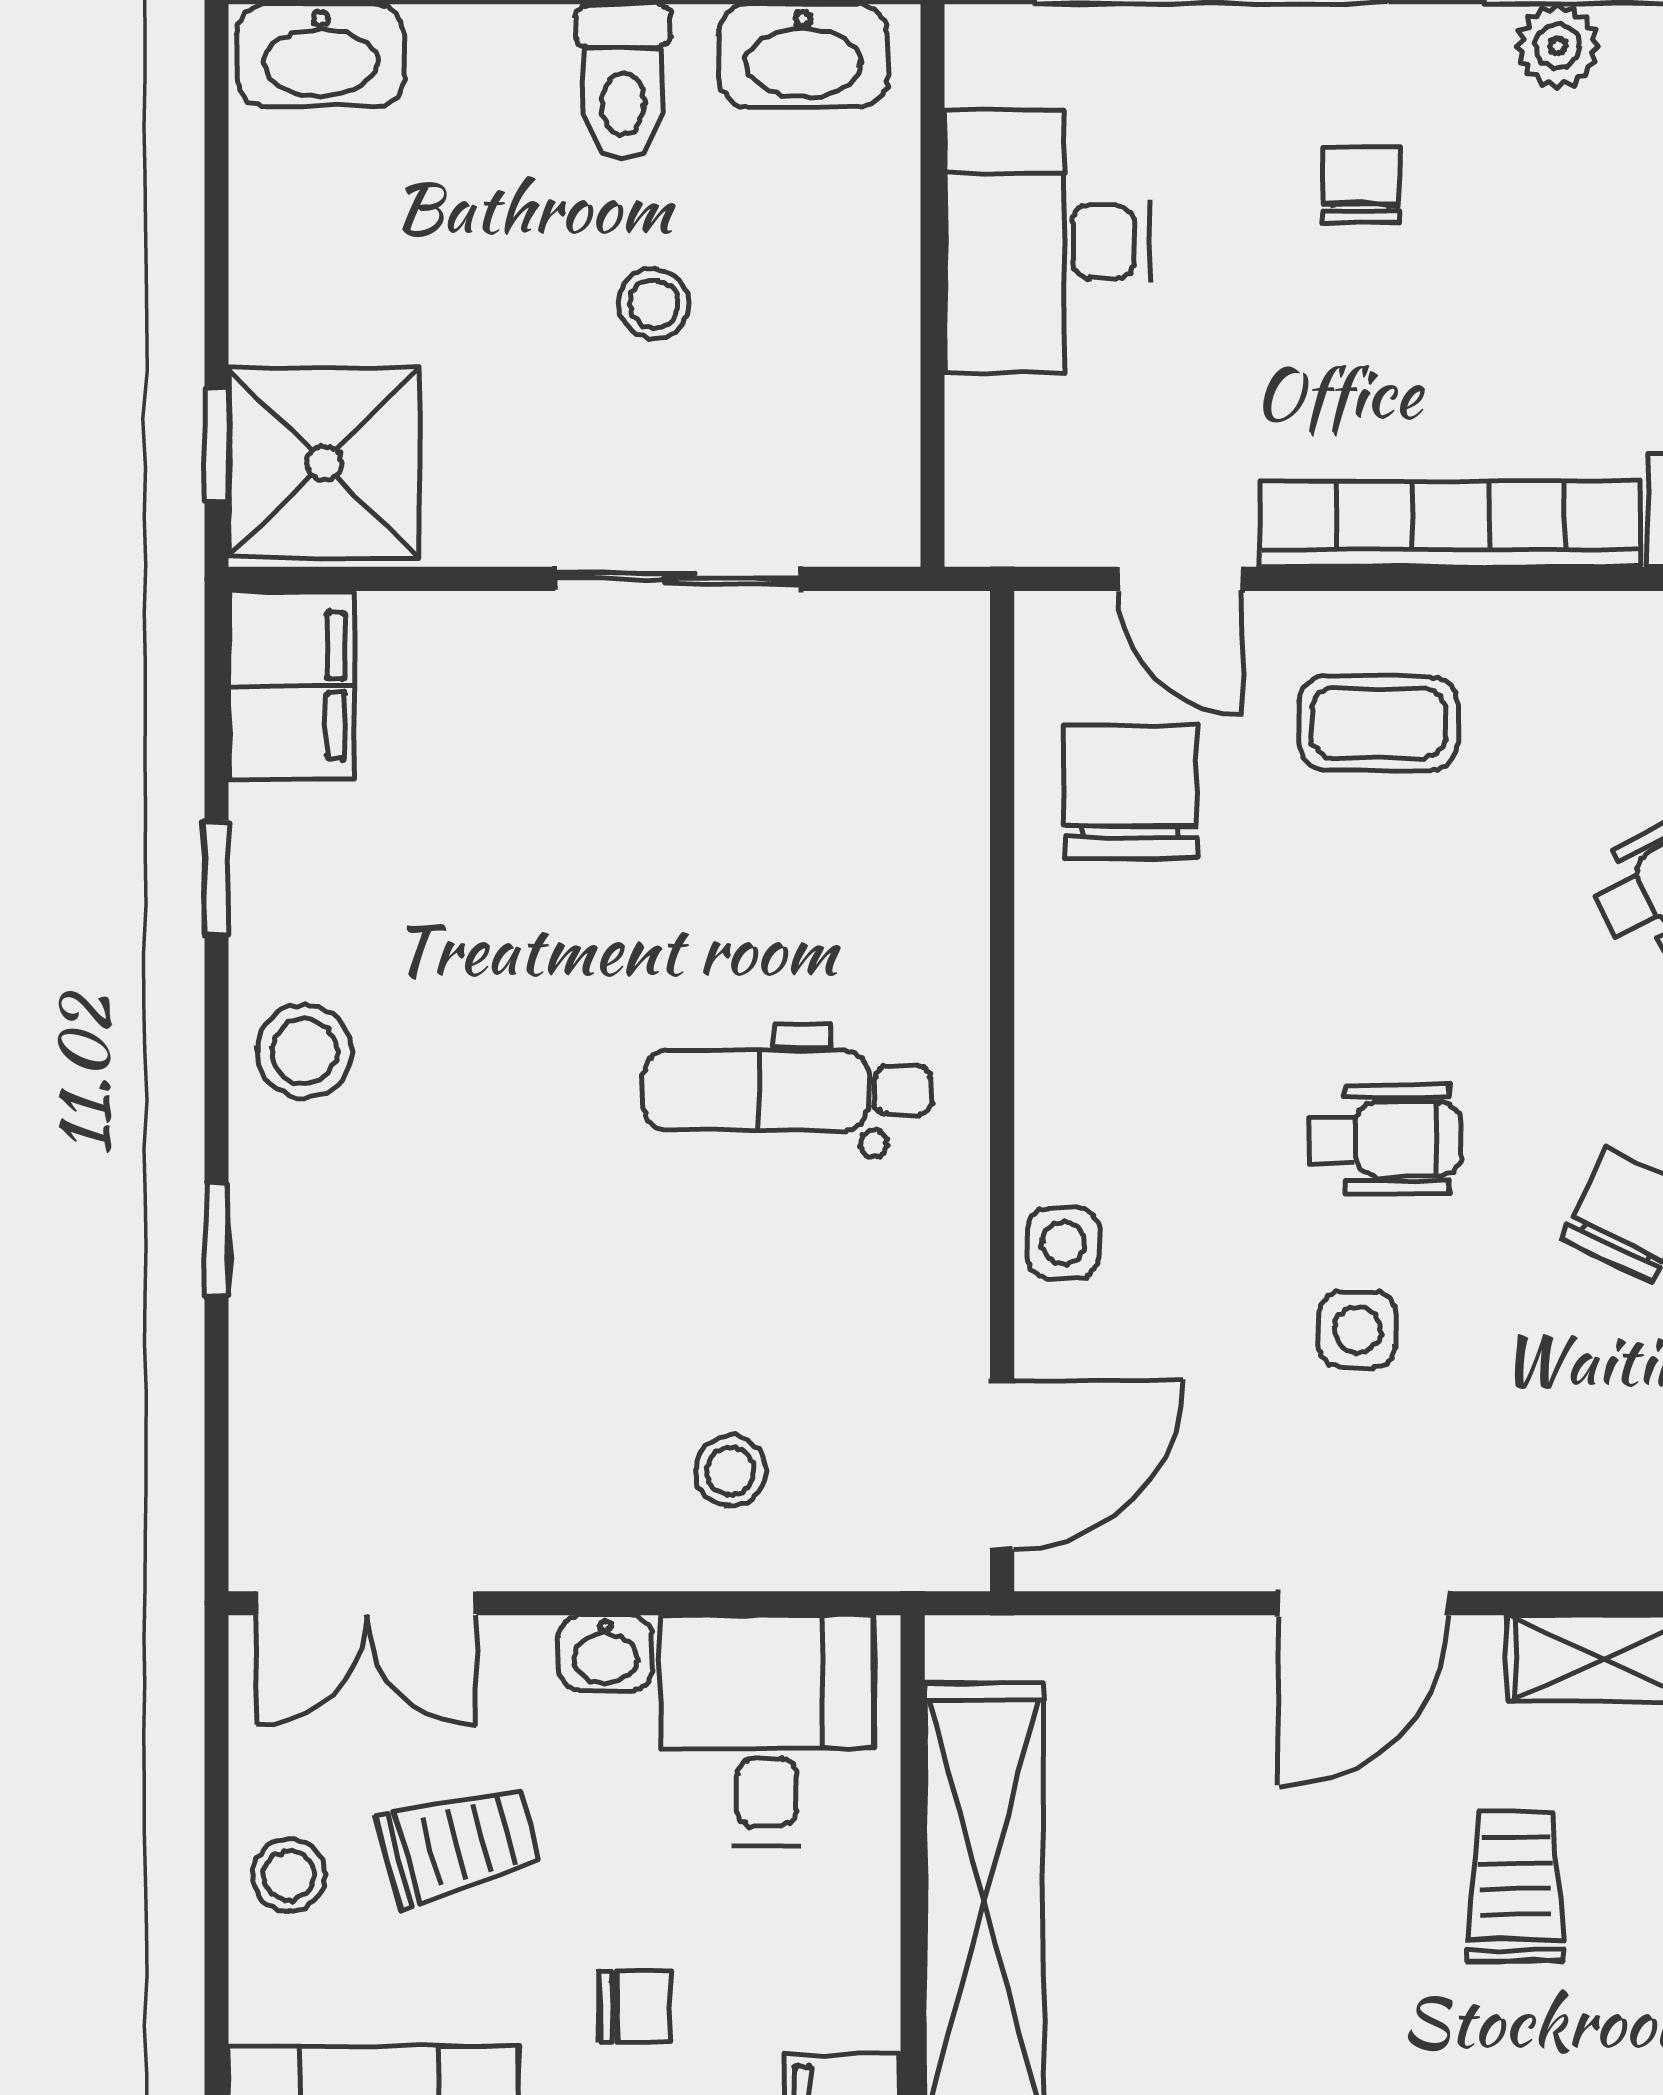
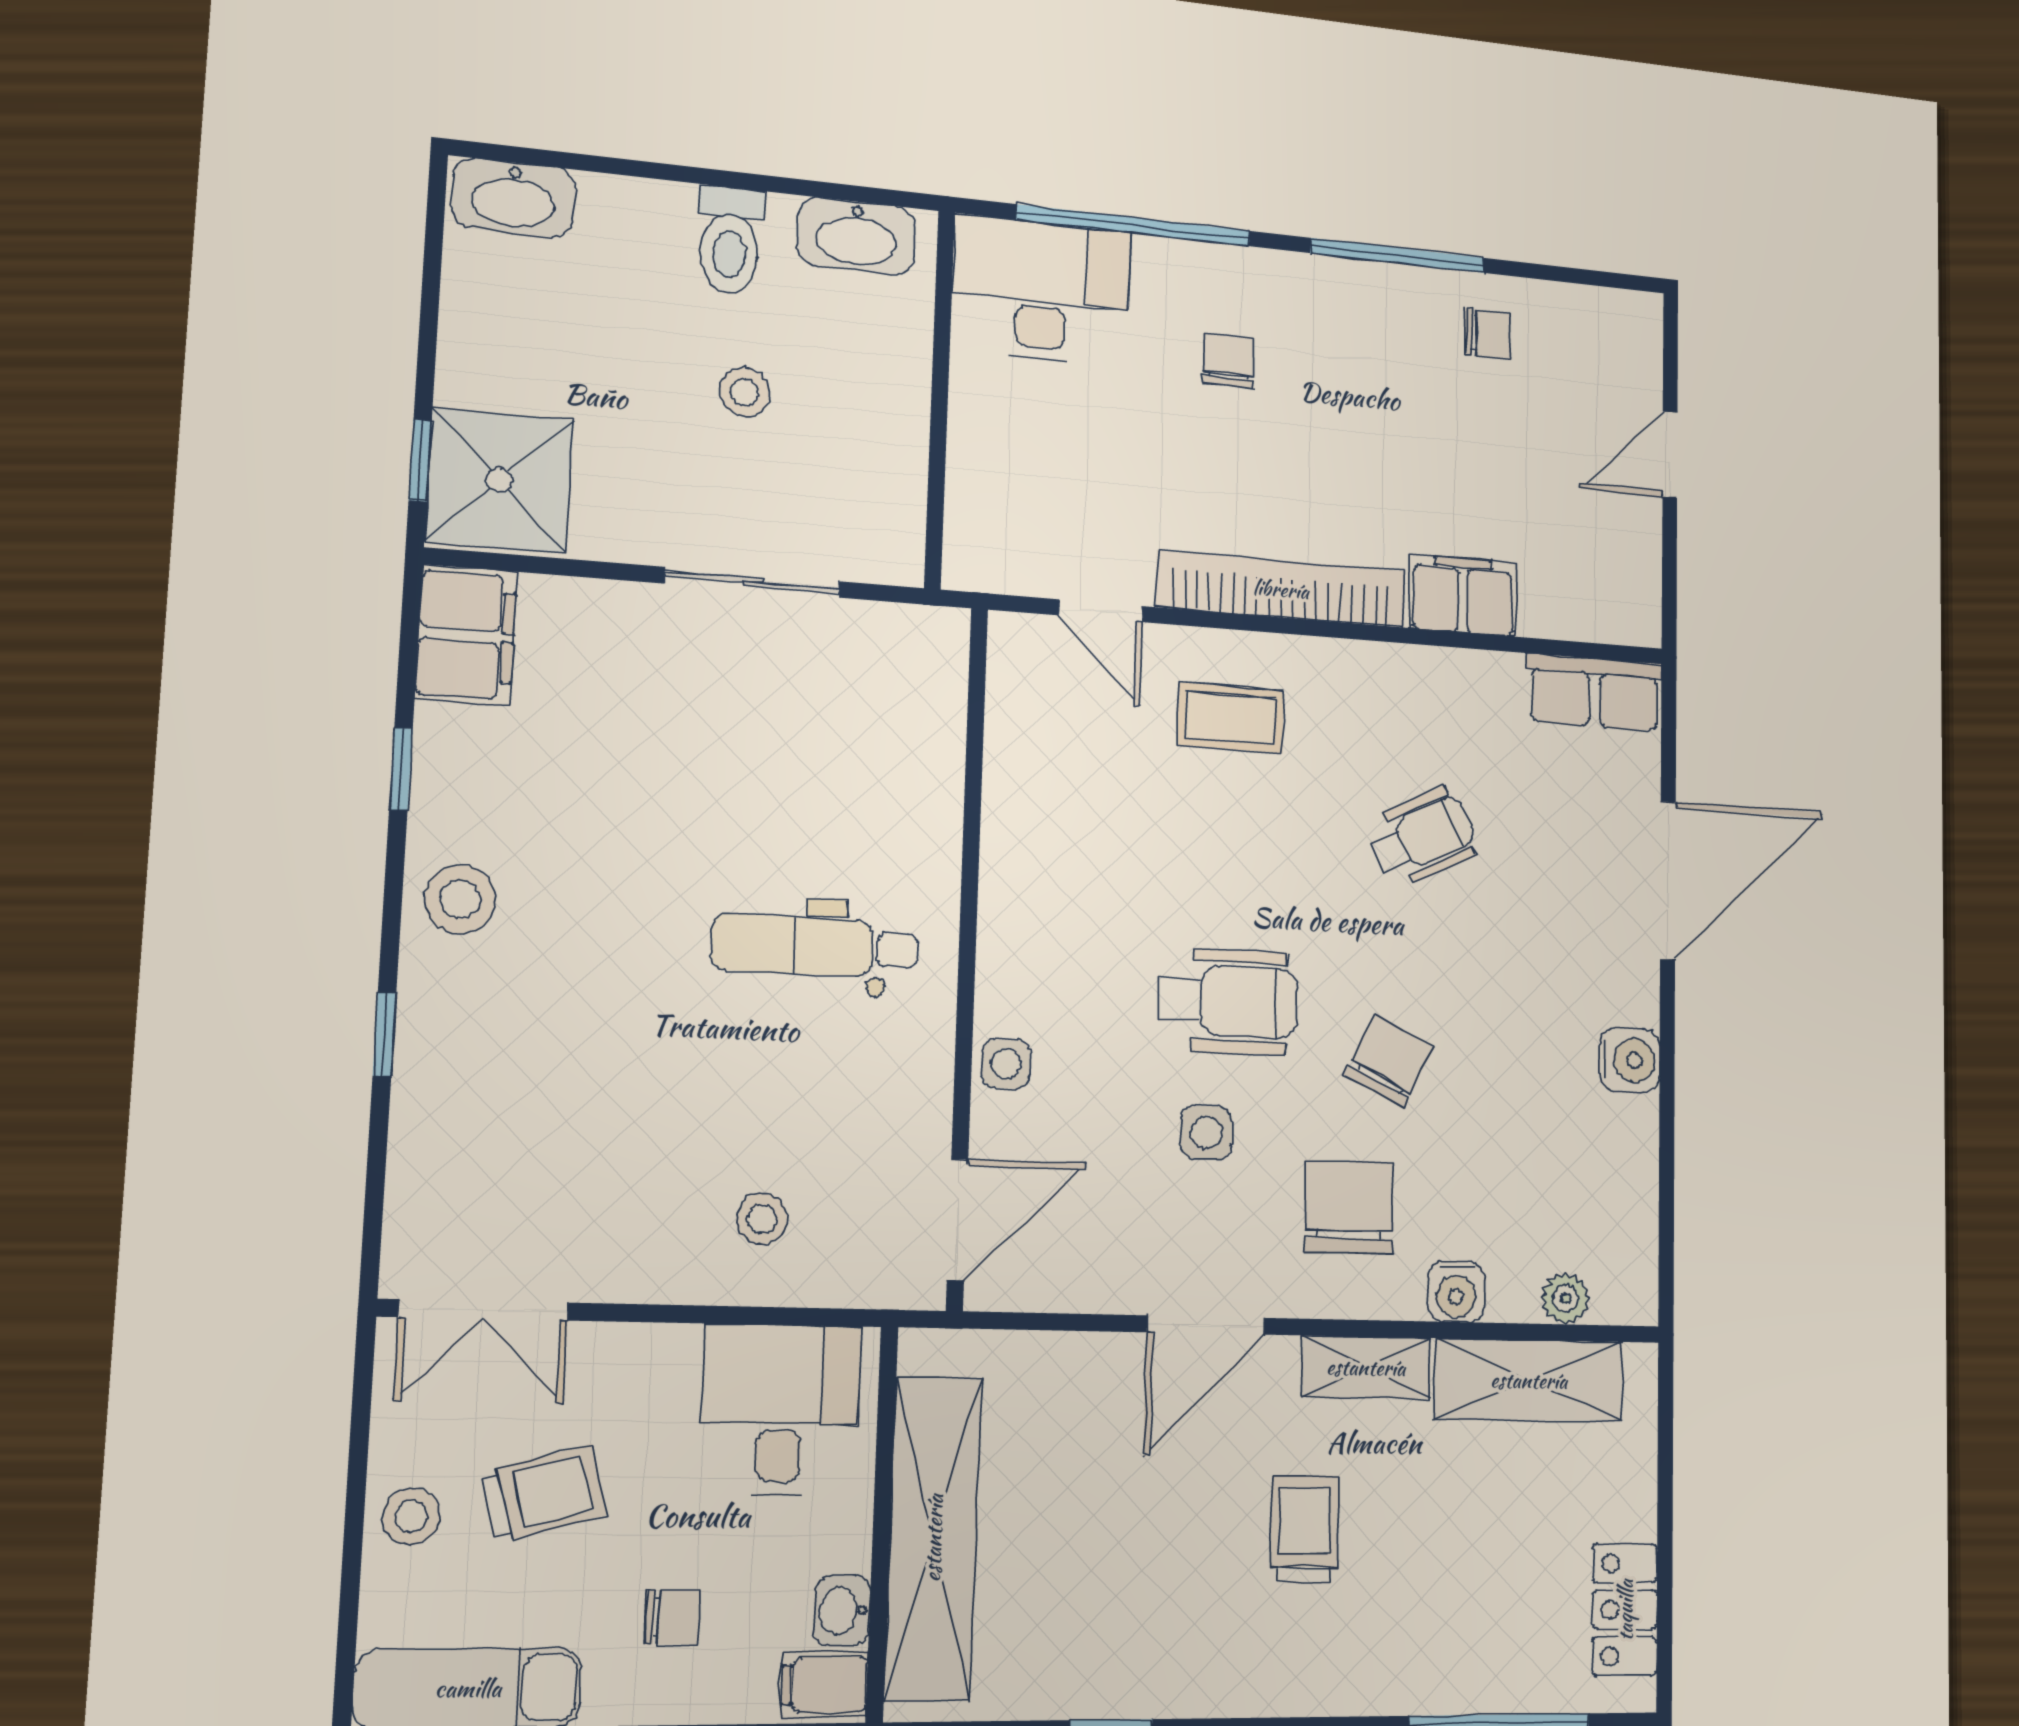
plant: (1558, 46) -> (1357, 285), removed
desk: (1048, 241) -> (1041, 290), moved, turned 90
chair: (1131, 792) -> (1349, 1207), moved
wheelchair: (1385, 1139) -> (1228, 1001), width x1.36, depth x1.37
washbasin: (605, 1653) -> (842, 1610), moved, turned 90

